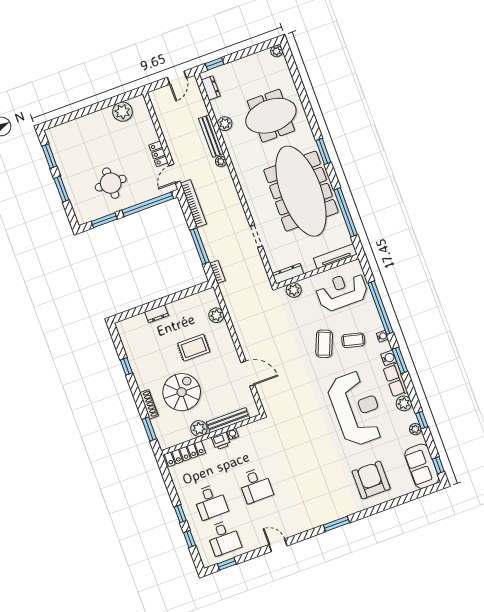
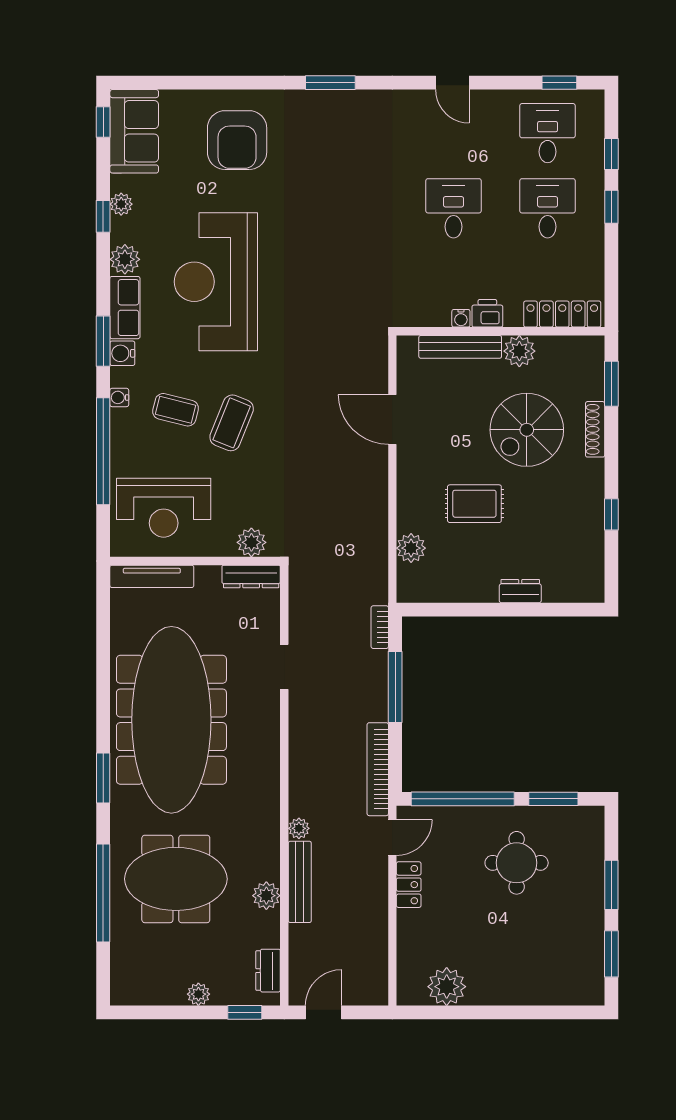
plant: (277, 51) -> (198, 994), moved
window: (346, 212) -> (103, 893), moved

